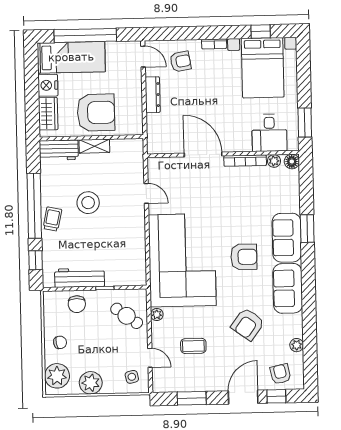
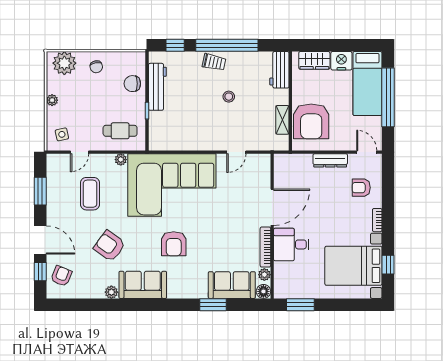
door: (143, 57) -> (367, 152), swing flipped
armchair: (181, 62) -> (361, 188), turned 100
armchair: (96, 112) -> (311, 121), moved
desk: (269, 133) -> (291, 244), moved
shelving: (94, 146) -> (282, 120), moved
stool: (88, 203) -> (229, 97), width x0.53, depth x0.53
window: (307, 229) -> (213, 305), moved
sofa: (287, 238) -> (232, 285), moved
cafe table: (127, 316) -> (120, 131), turned 54
plant: (297, 345) -> (111, 292), moved
coffee table: (193, 346) -> (90, 194), width x1.36, depth x1.30
armchair: (280, 374) -> (61, 276), turned -56
plant: (91, 383) -> (52, 100), width x0.53, depth x0.53

